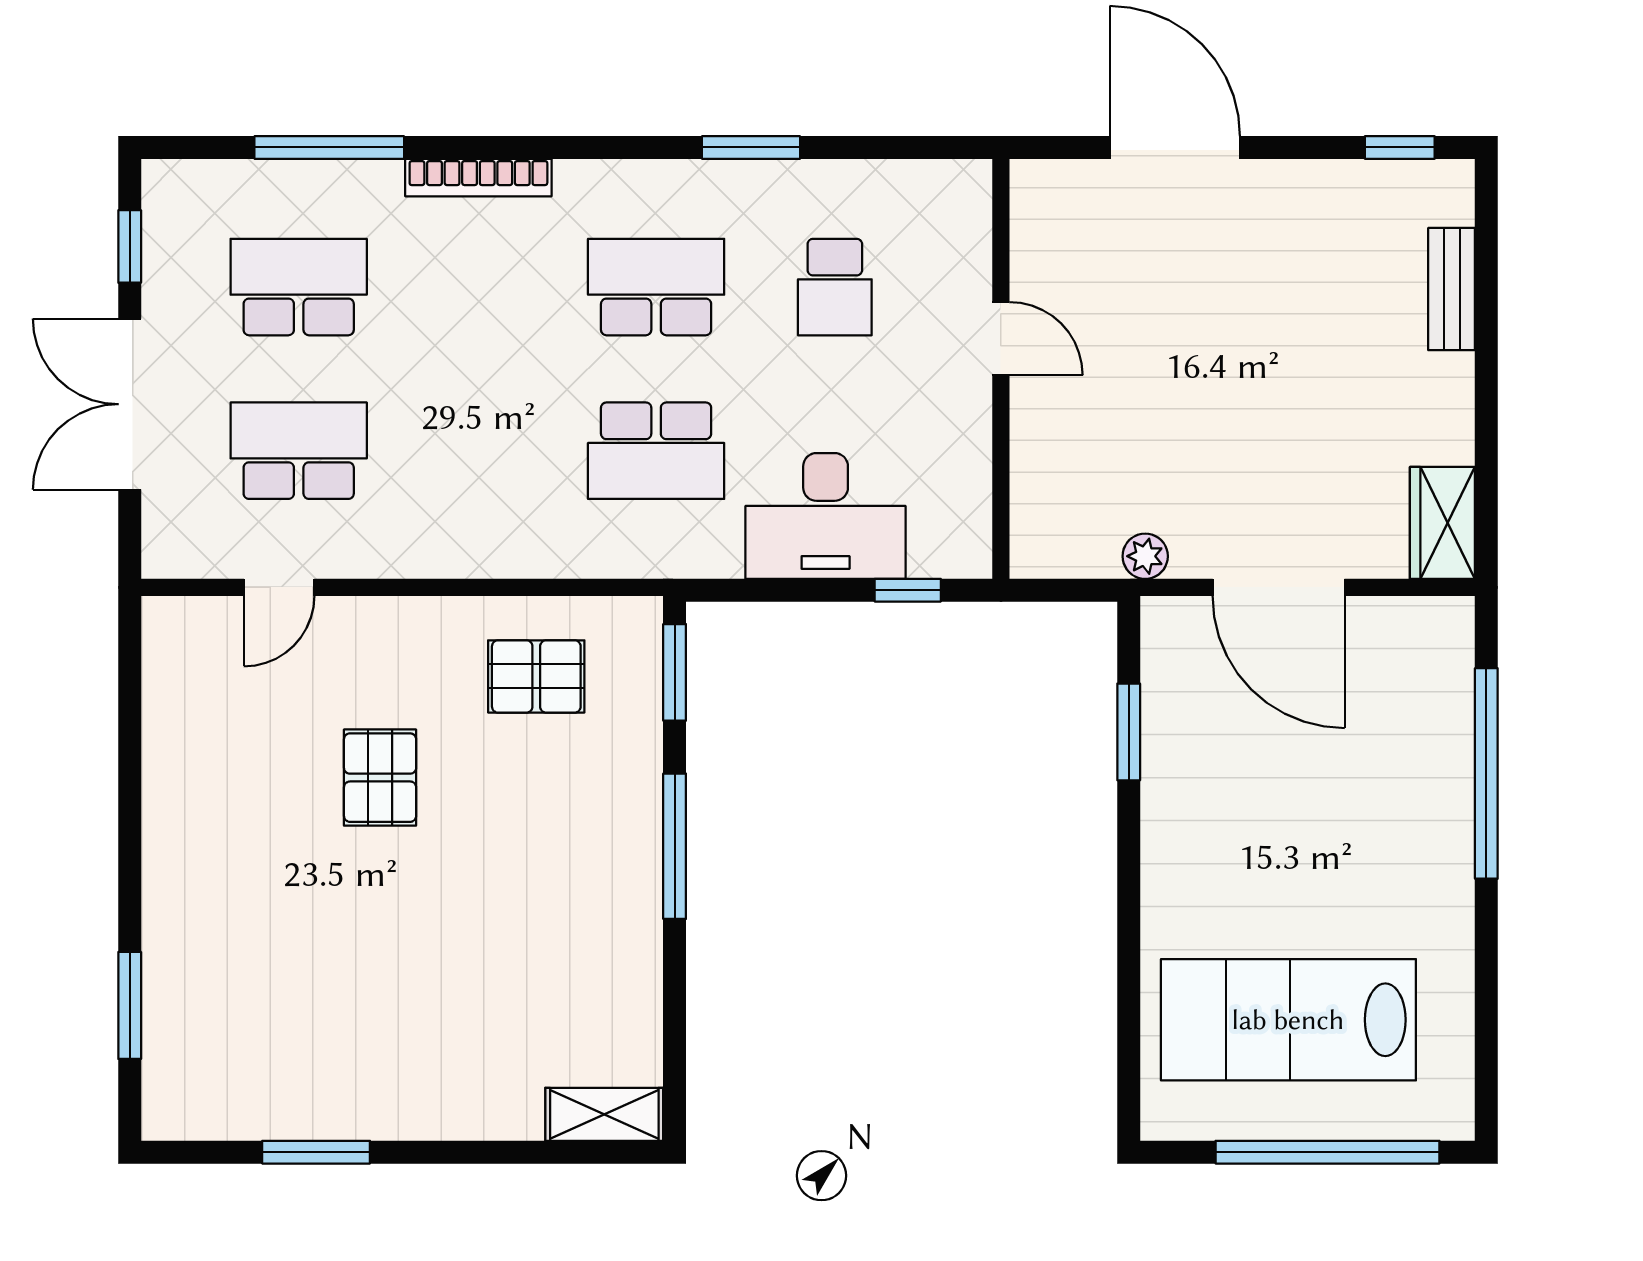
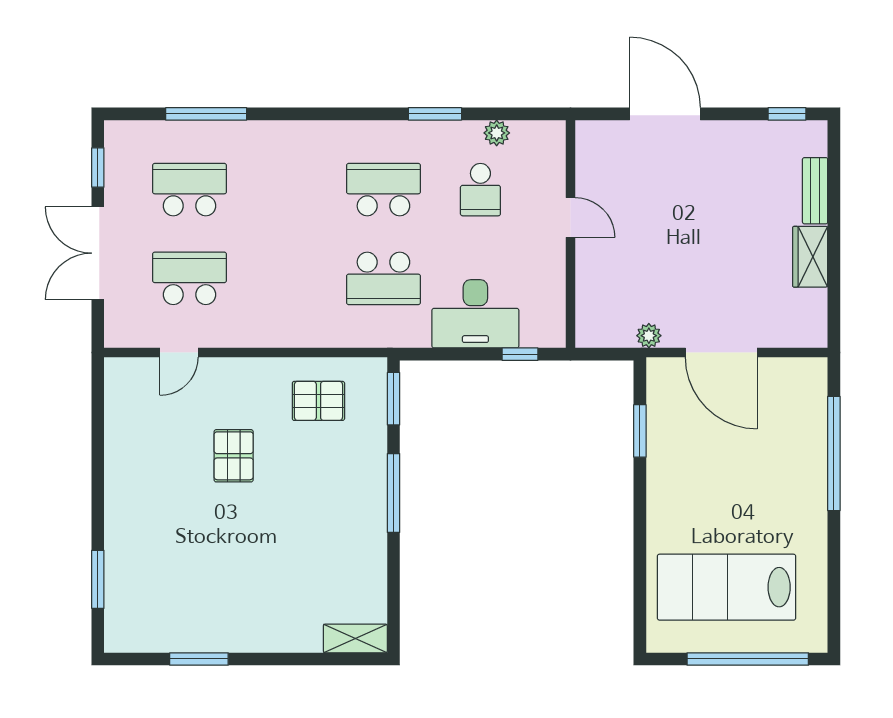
bookcase: (478, 178) -> (287, 130), removed
plant: (865, 183) -> (497, 133), added
wardrobe: (1442, 523) -> (810, 257), moved

